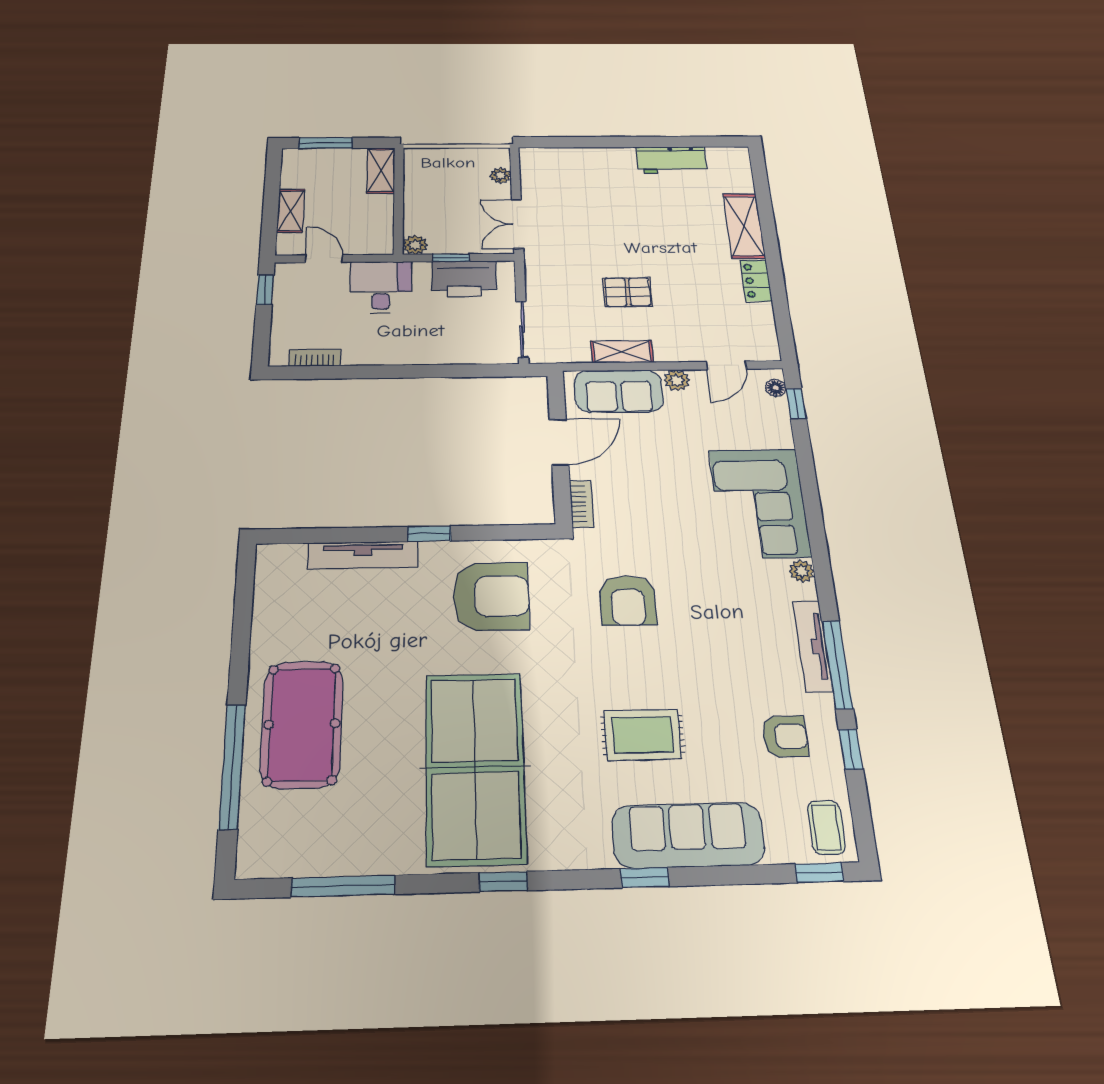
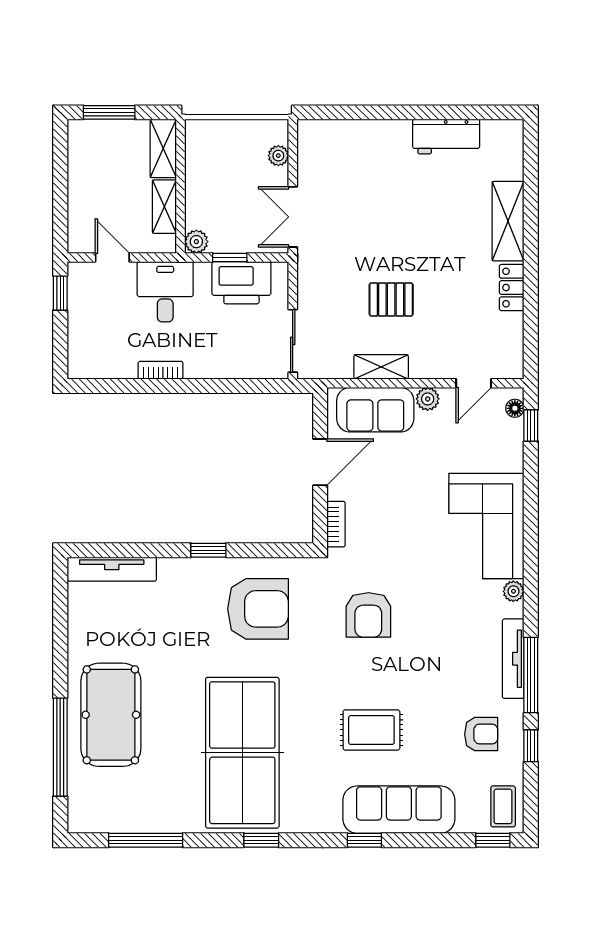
shelving: (291, 211) -> (164, 207), moved
bookcase: (315, 358) -> (161, 370), moved
tv unit: (363, 555) -> (112, 569), moved

